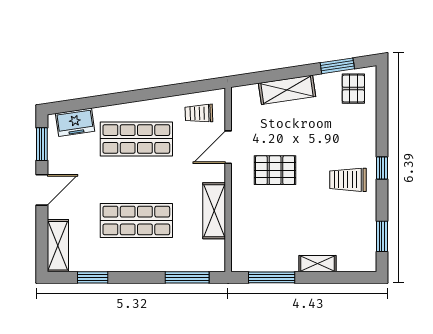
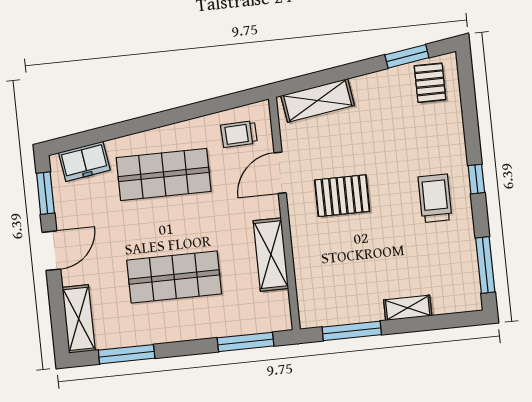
shelving: (287, 90) -> (318, 101), moved
trolley: (348, 180) -> (435, 198), turned 90
window: (382, 236) -> (485, 265), width x1.44
window: (93, 277) -> (127, 354), width x1.44

